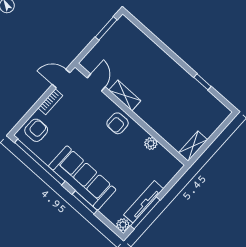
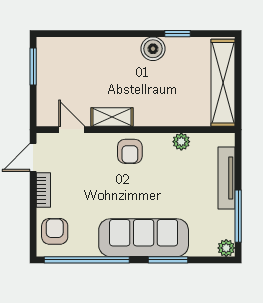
boiler: (181, 78) -> (153, 49), added
shelving: (193, 146) -> (223, 83), width x2.20, depth x1.33
tv unit: (144, 202) -> (226, 178), moved

